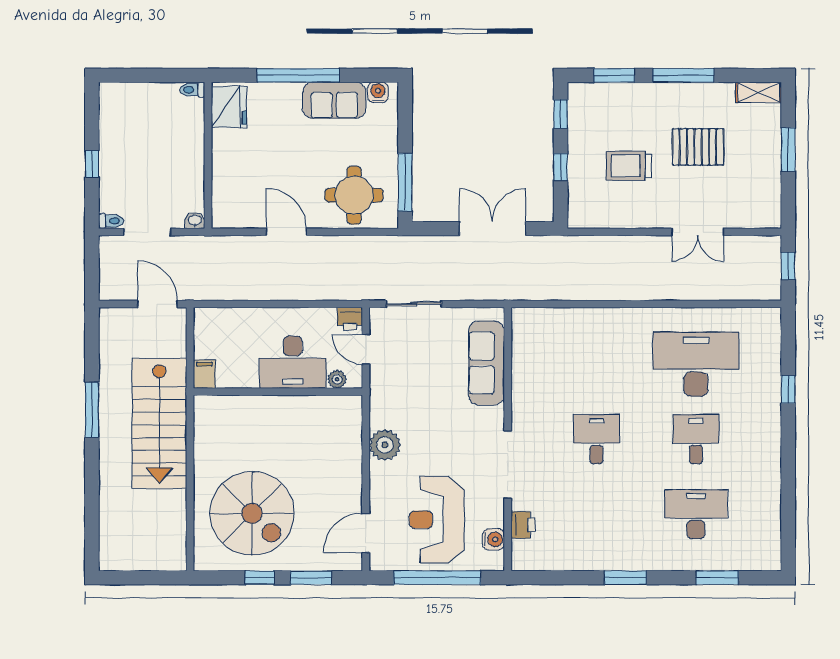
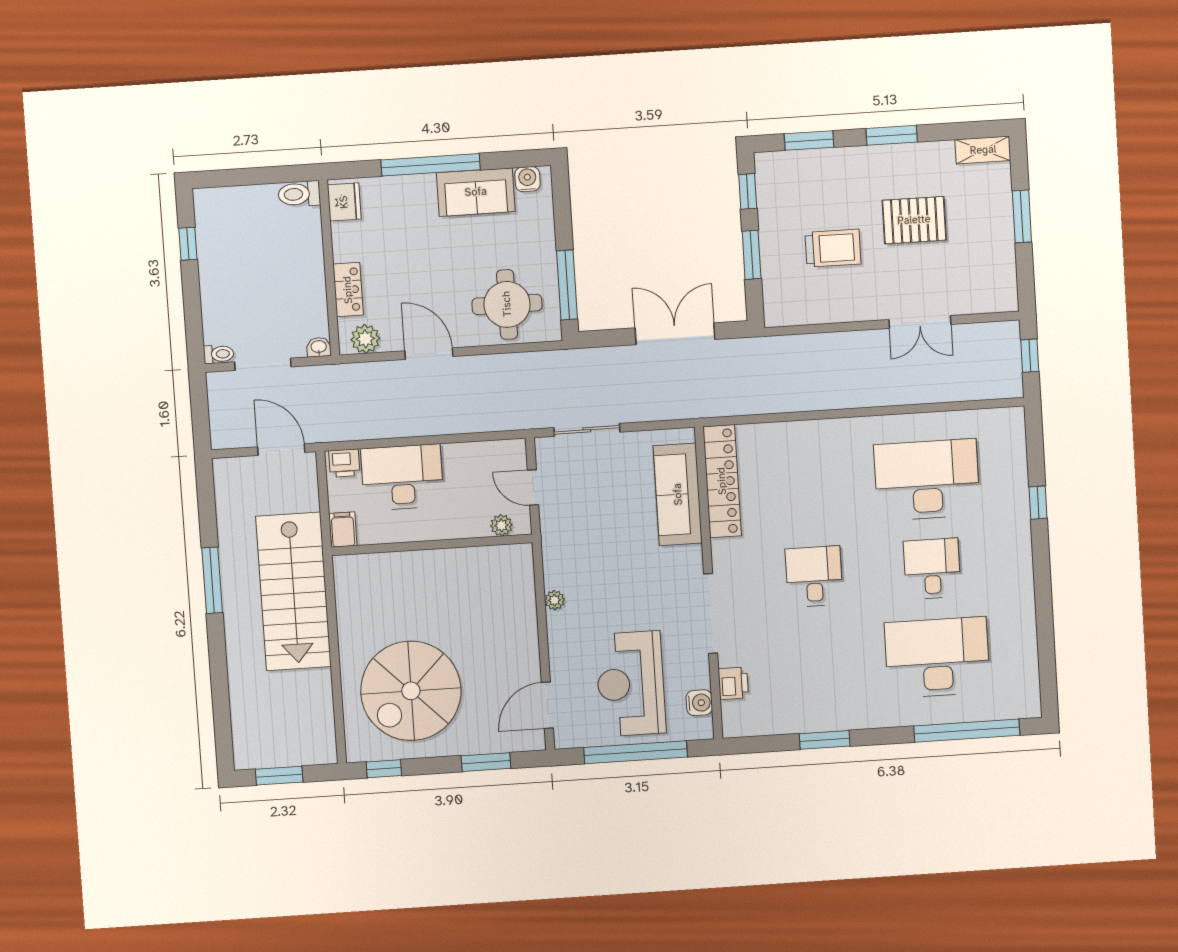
window: (683, 75) -> (892, 135), width x0.69
toilet: (192, 90) -> (299, 194), width x1.37, depth x1.39
fridge: (229, 107) -> (344, 202), width x0.73, depth x0.75
window: (92, 164) -> (188, 244), moved
trolley: (629, 166) -> (833, 248), turned 180
window: (561, 167) -> (752, 255), width x1.50
locker: (223, 174) -> (348, 290), added
plant: (234, 216) -> (365, 339), added
printer: (350, 319) -> (344, 463), moved
locker: (524, 354) -> (722, 481), added
desk: (293, 362) -> (402, 477), moved, turned 180
plant: (385, 445) -> (555, 600), width x0.53, depth x0.53
spiral stairs: (252, 513) -> (411, 691), turned 90
desk: (696, 514) -> (937, 657), width x1.36, depth x1.30
window: (136, 578) -> (279, 776), added
window: (260, 578) -> (384, 769), moved
window: (625, 578) -> (825, 740), moved
window: (717, 578) -> (967, 731), width x2.11

